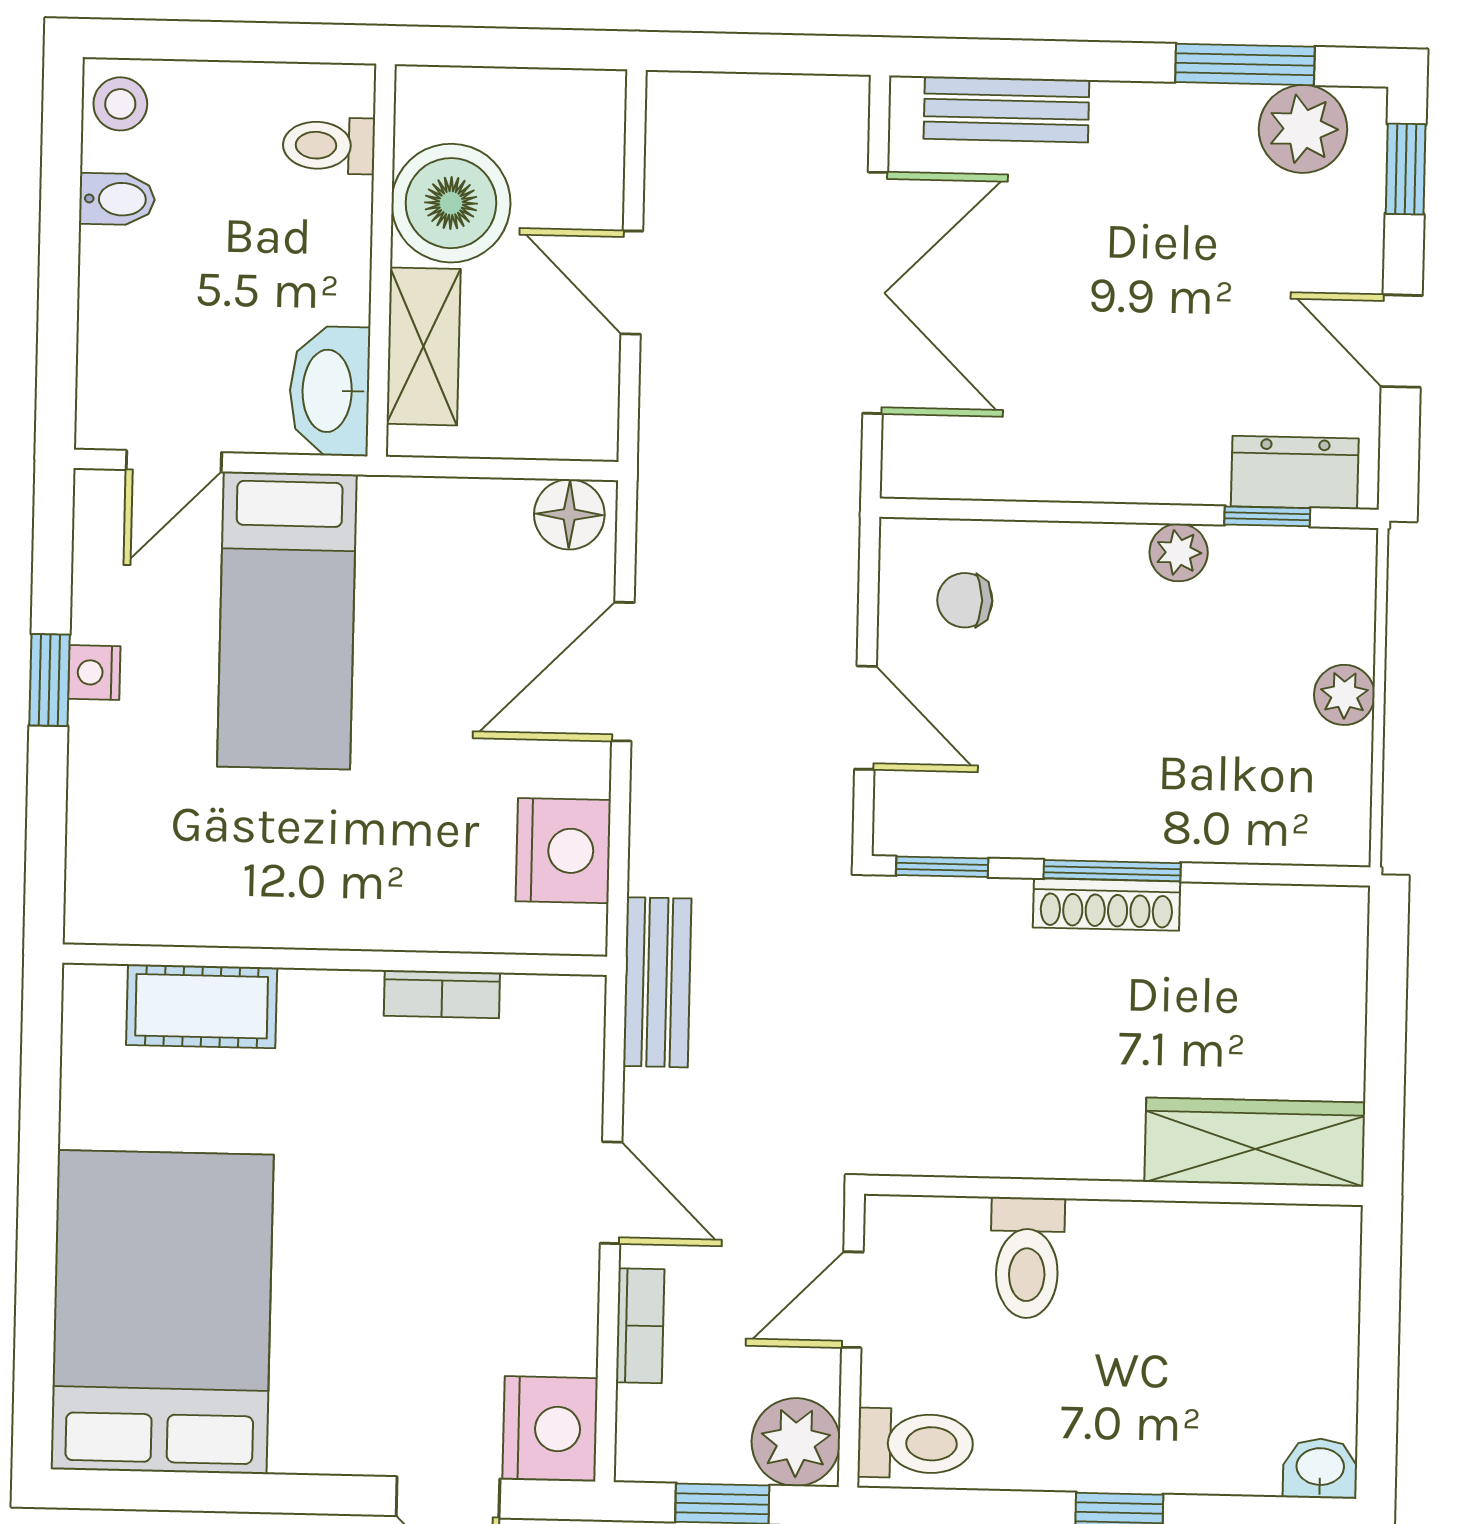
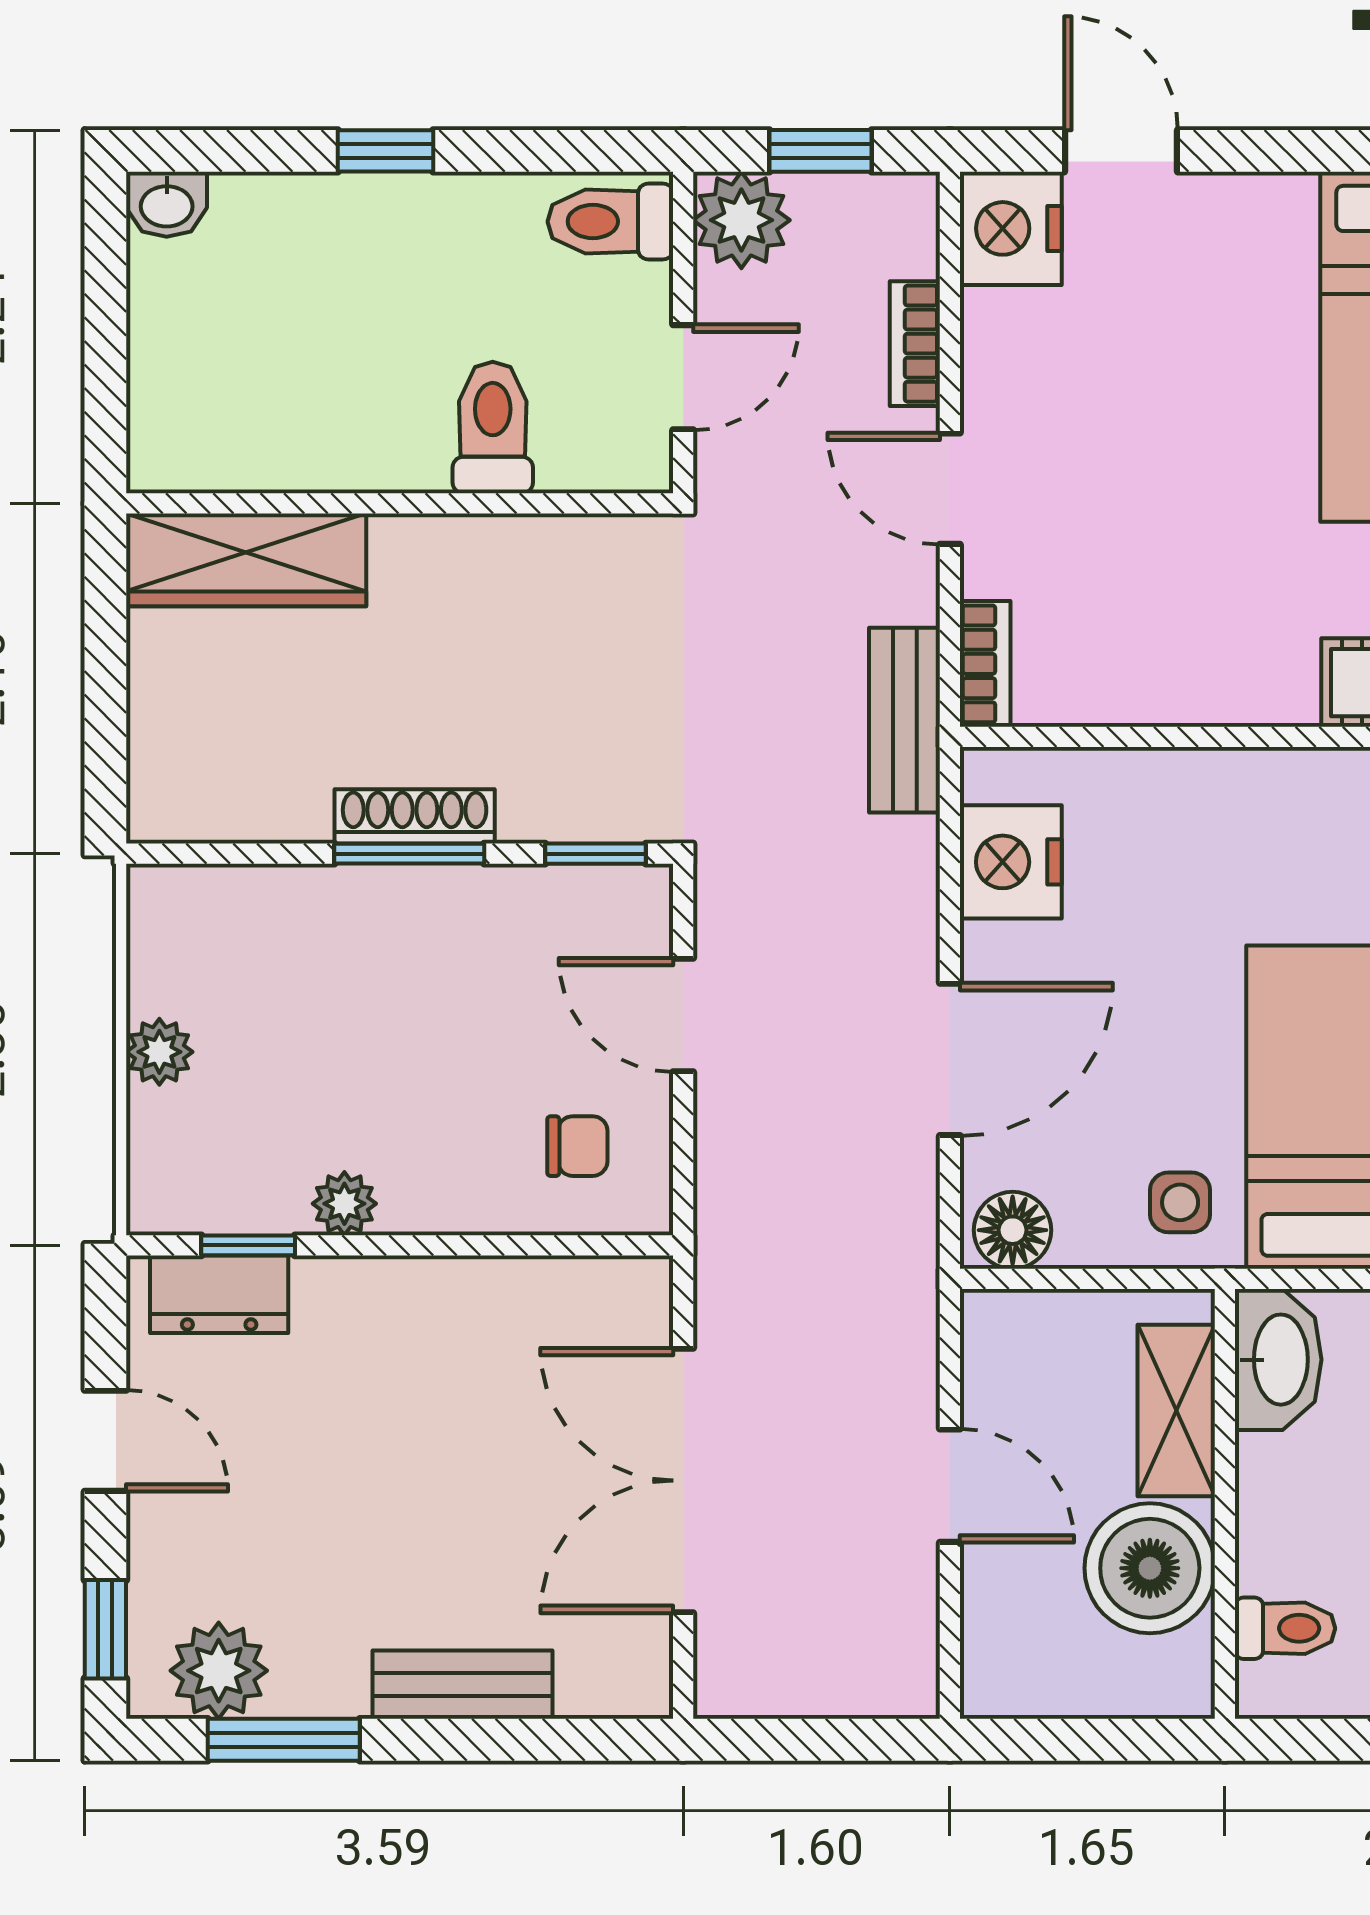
bench: (1006, 109) -> (462, 1685), moved
side table: (416, 536) -> (1180, 1202), added
bookcase: (442, 994) -> (985, 664), moved, turned 90

